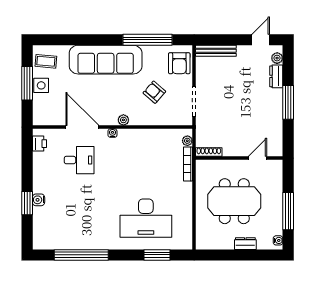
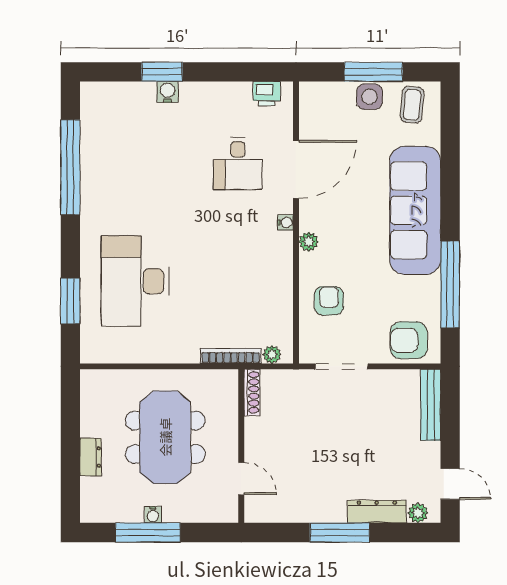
dresser: (276, 76) -> (377, 512), width x1.44
armchair: (154, 92) -> (329, 301), moved, turned -41
water cooler: (278, 240) -> (153, 515), moved

